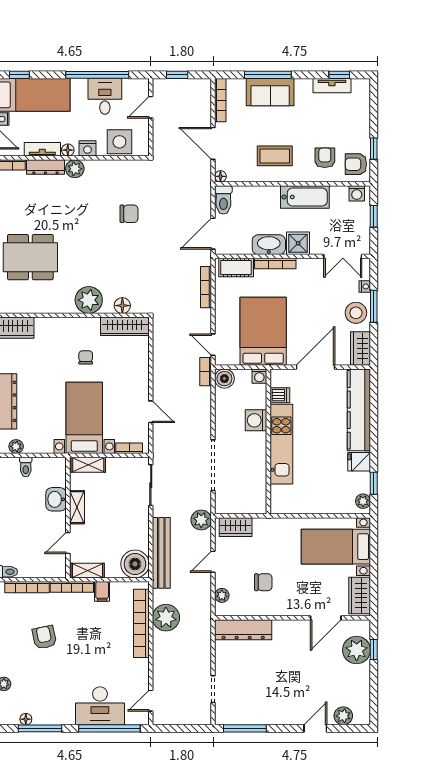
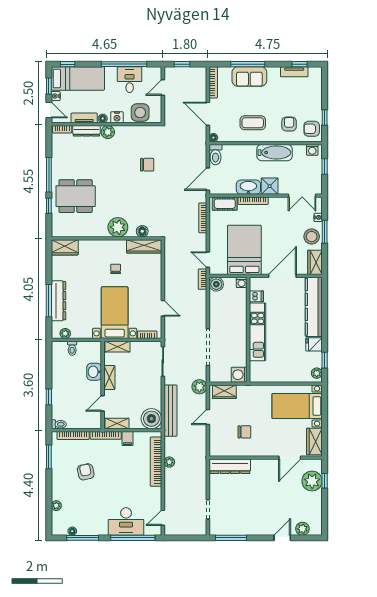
washing machine: (256, 420) -> (239, 375), moved
plant: (222, 595) -> (214, 441), removed
plant: (166, 618) -> (169, 462), width x0.53, depth x0.53

